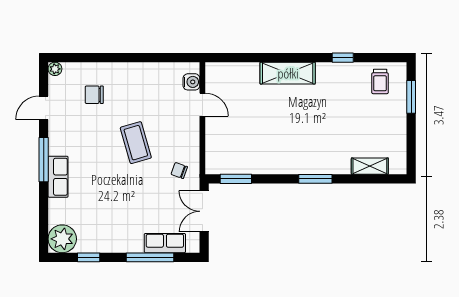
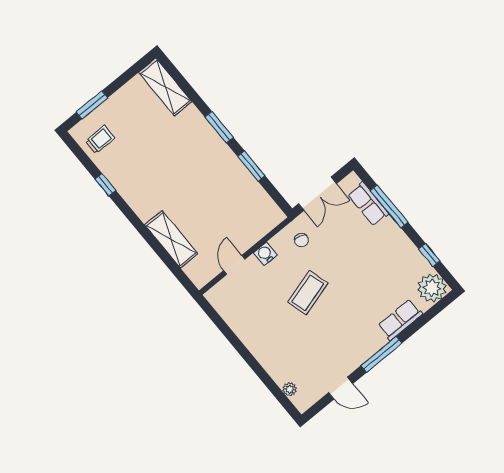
plant: (55, 69) -> (290, 389), moved
shelving: (288, 73) -> (171, 239), moved
water cooler: (191, 82) -> (265, 254), moved
chair: (94, 95) -> (297, 357), removed
shelving: (370, 166) -> (165, 87), width x1.50, depth x1.33
row of seats: (58, 177) -> (400, 320), moved
window: (236, 179) -> (251, 166), moved

